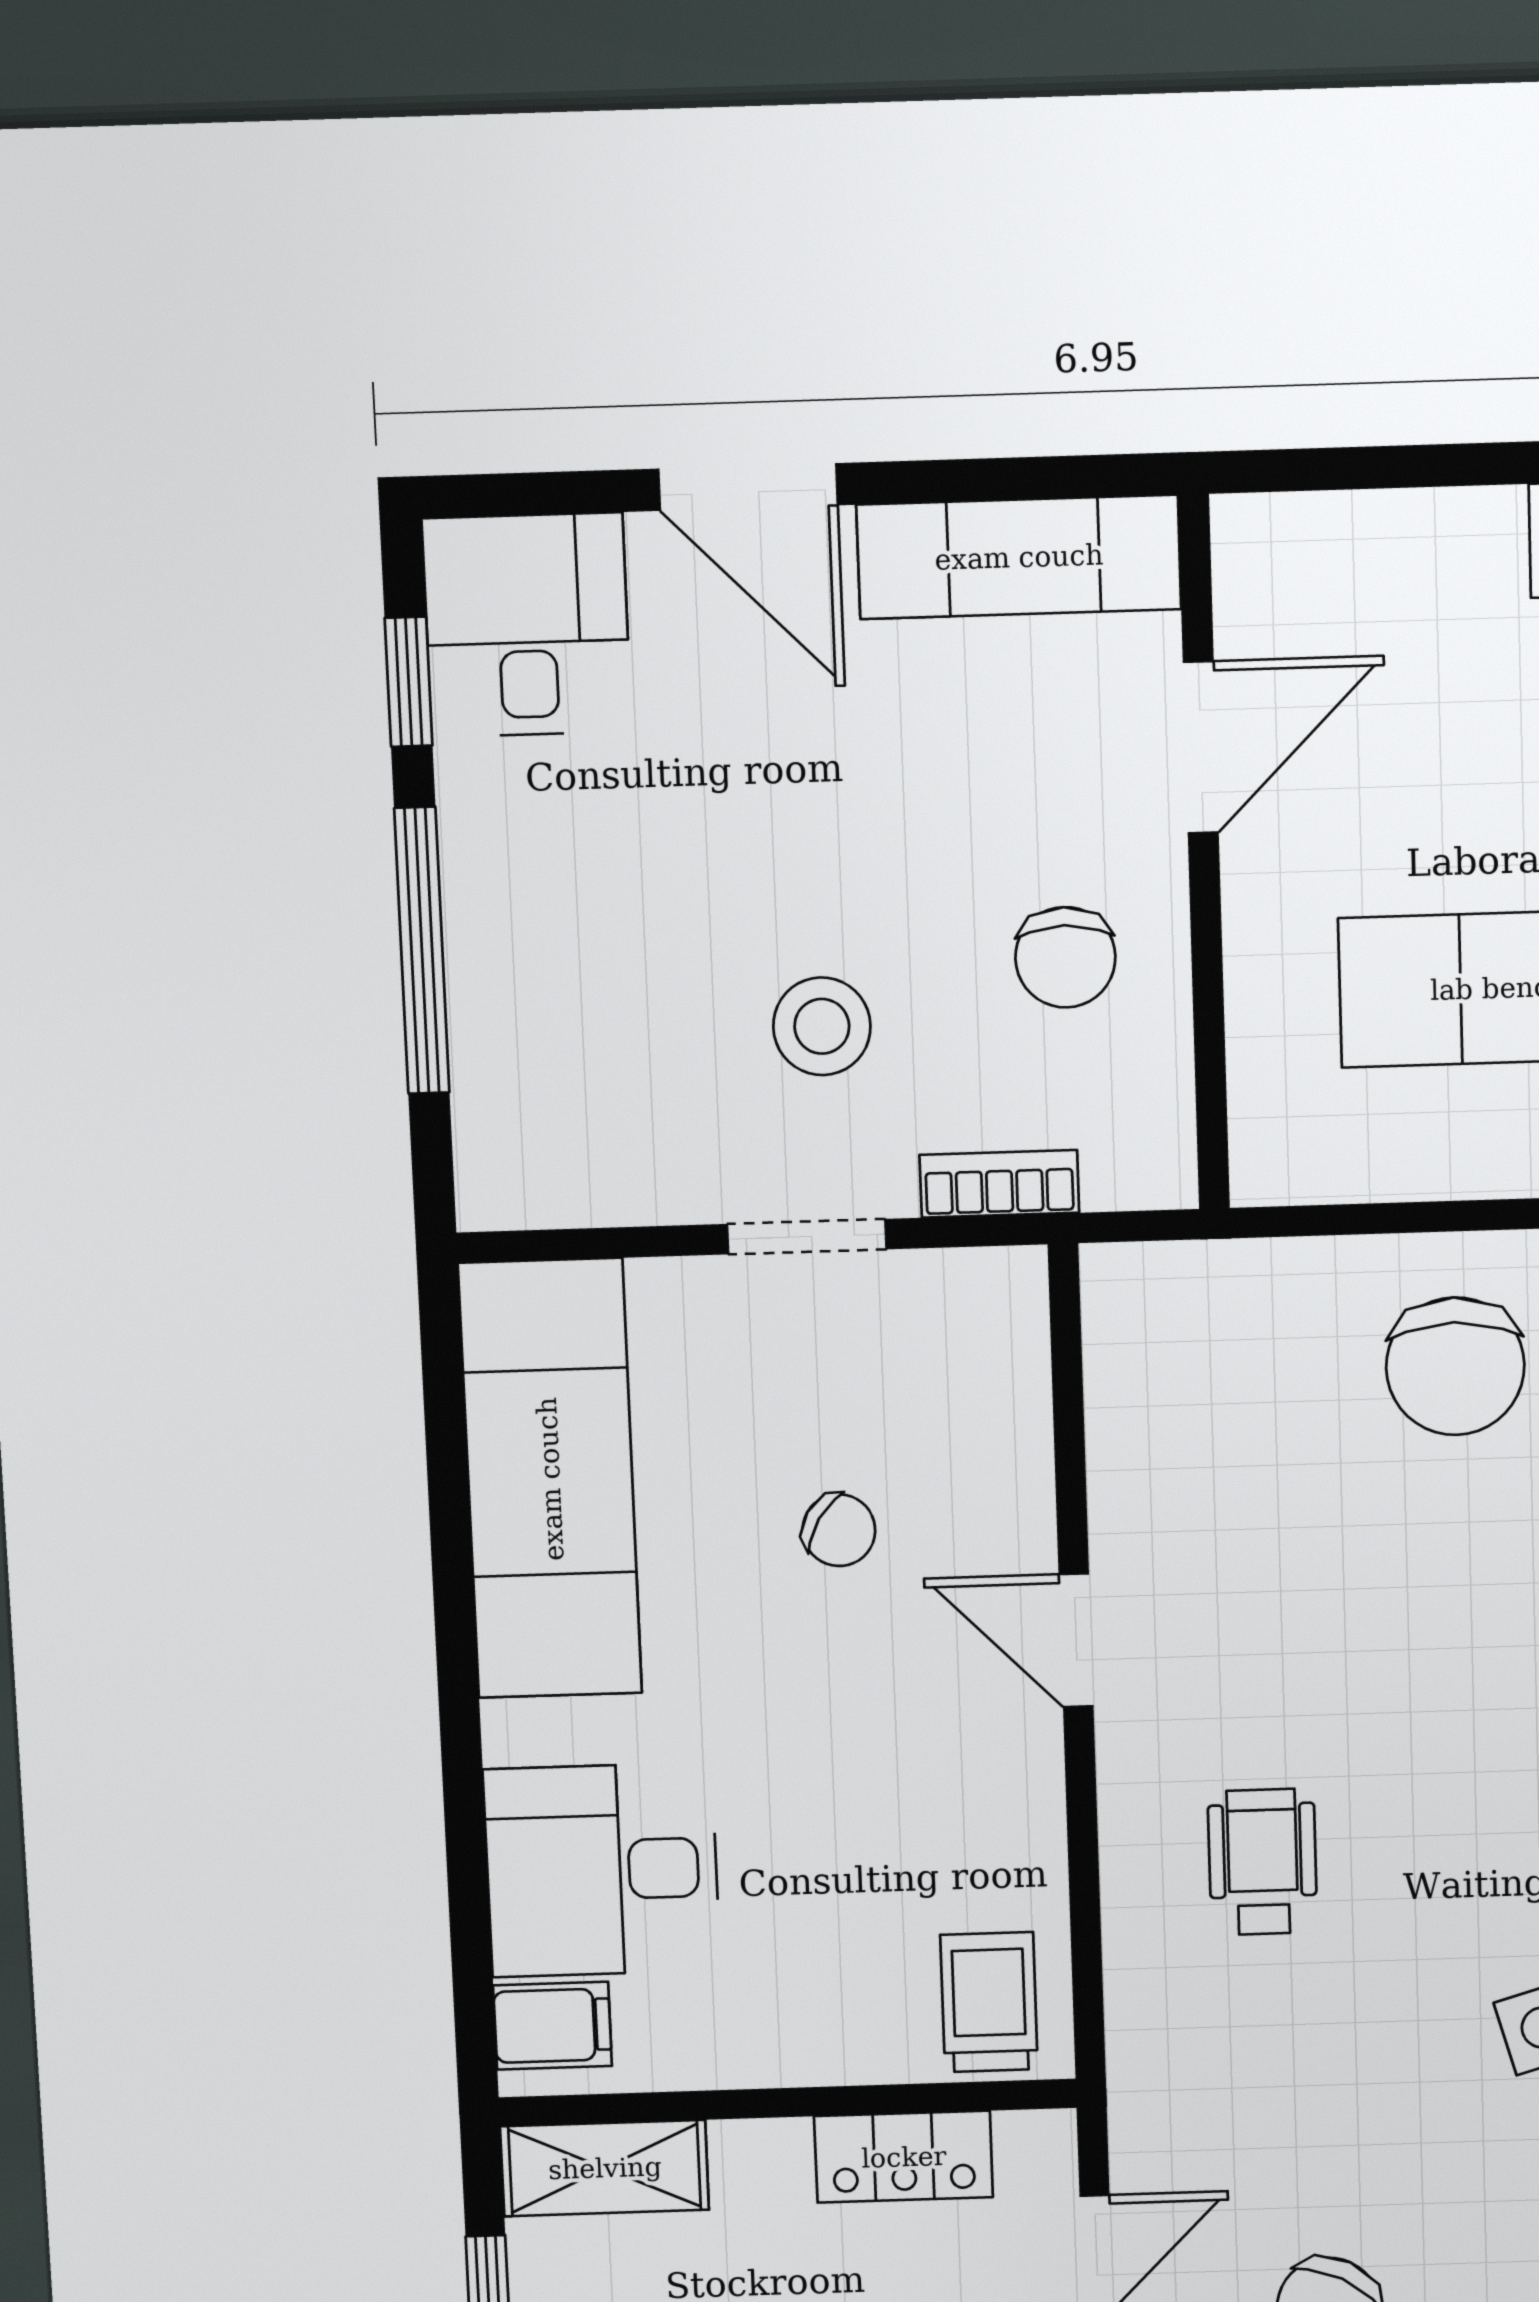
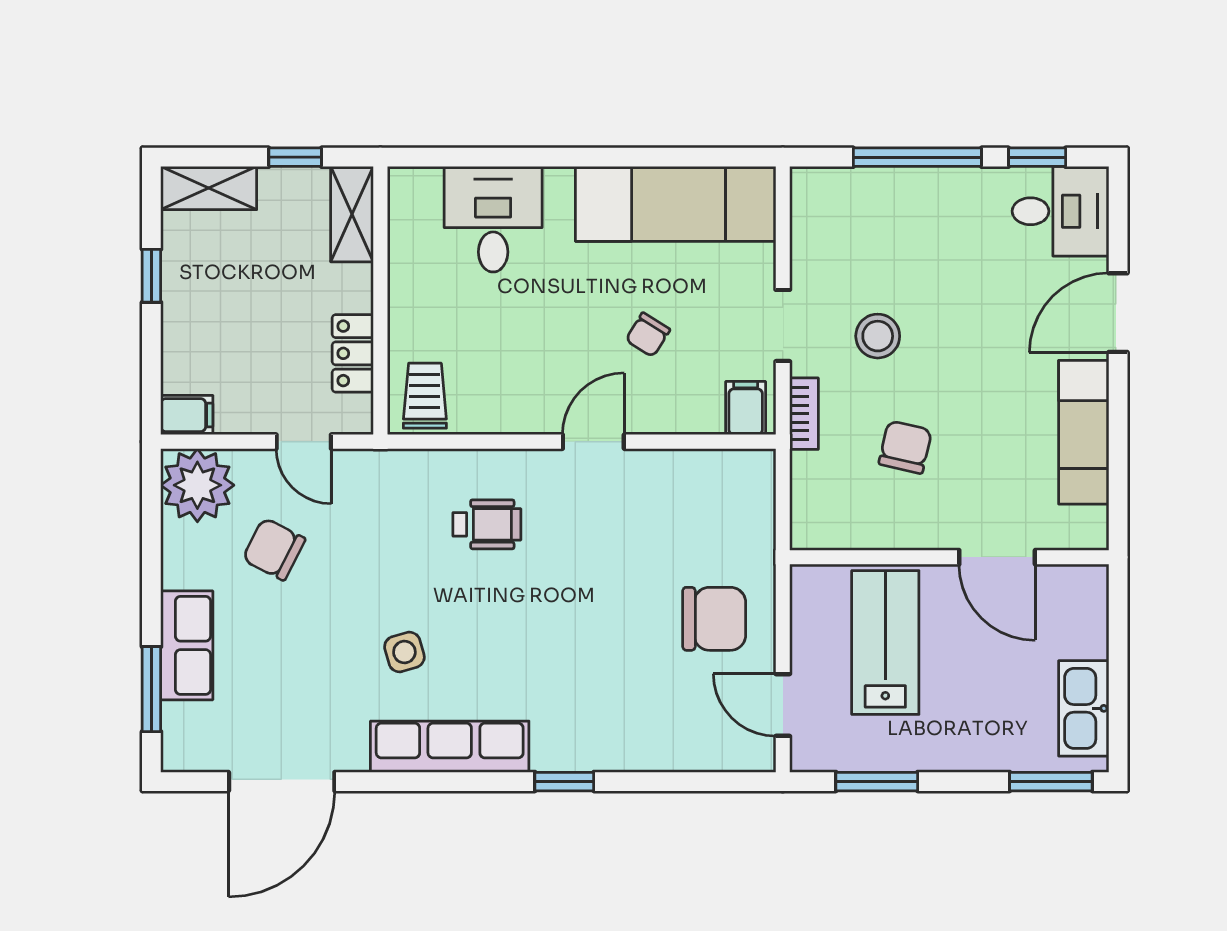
door: (1201, 747) -> (997, 557), moved
wall: (1204, 855) -> (949, 557), moved
chair: (1065, 957) -> (905, 447), turned 103
chair: (1455, 1366) -> (714, 619), turned 180
trolley: (989, 2002) -> (425, 396), turned -90
filing cabinet: (553, 2026) -> (746, 408), moved, turned 180

